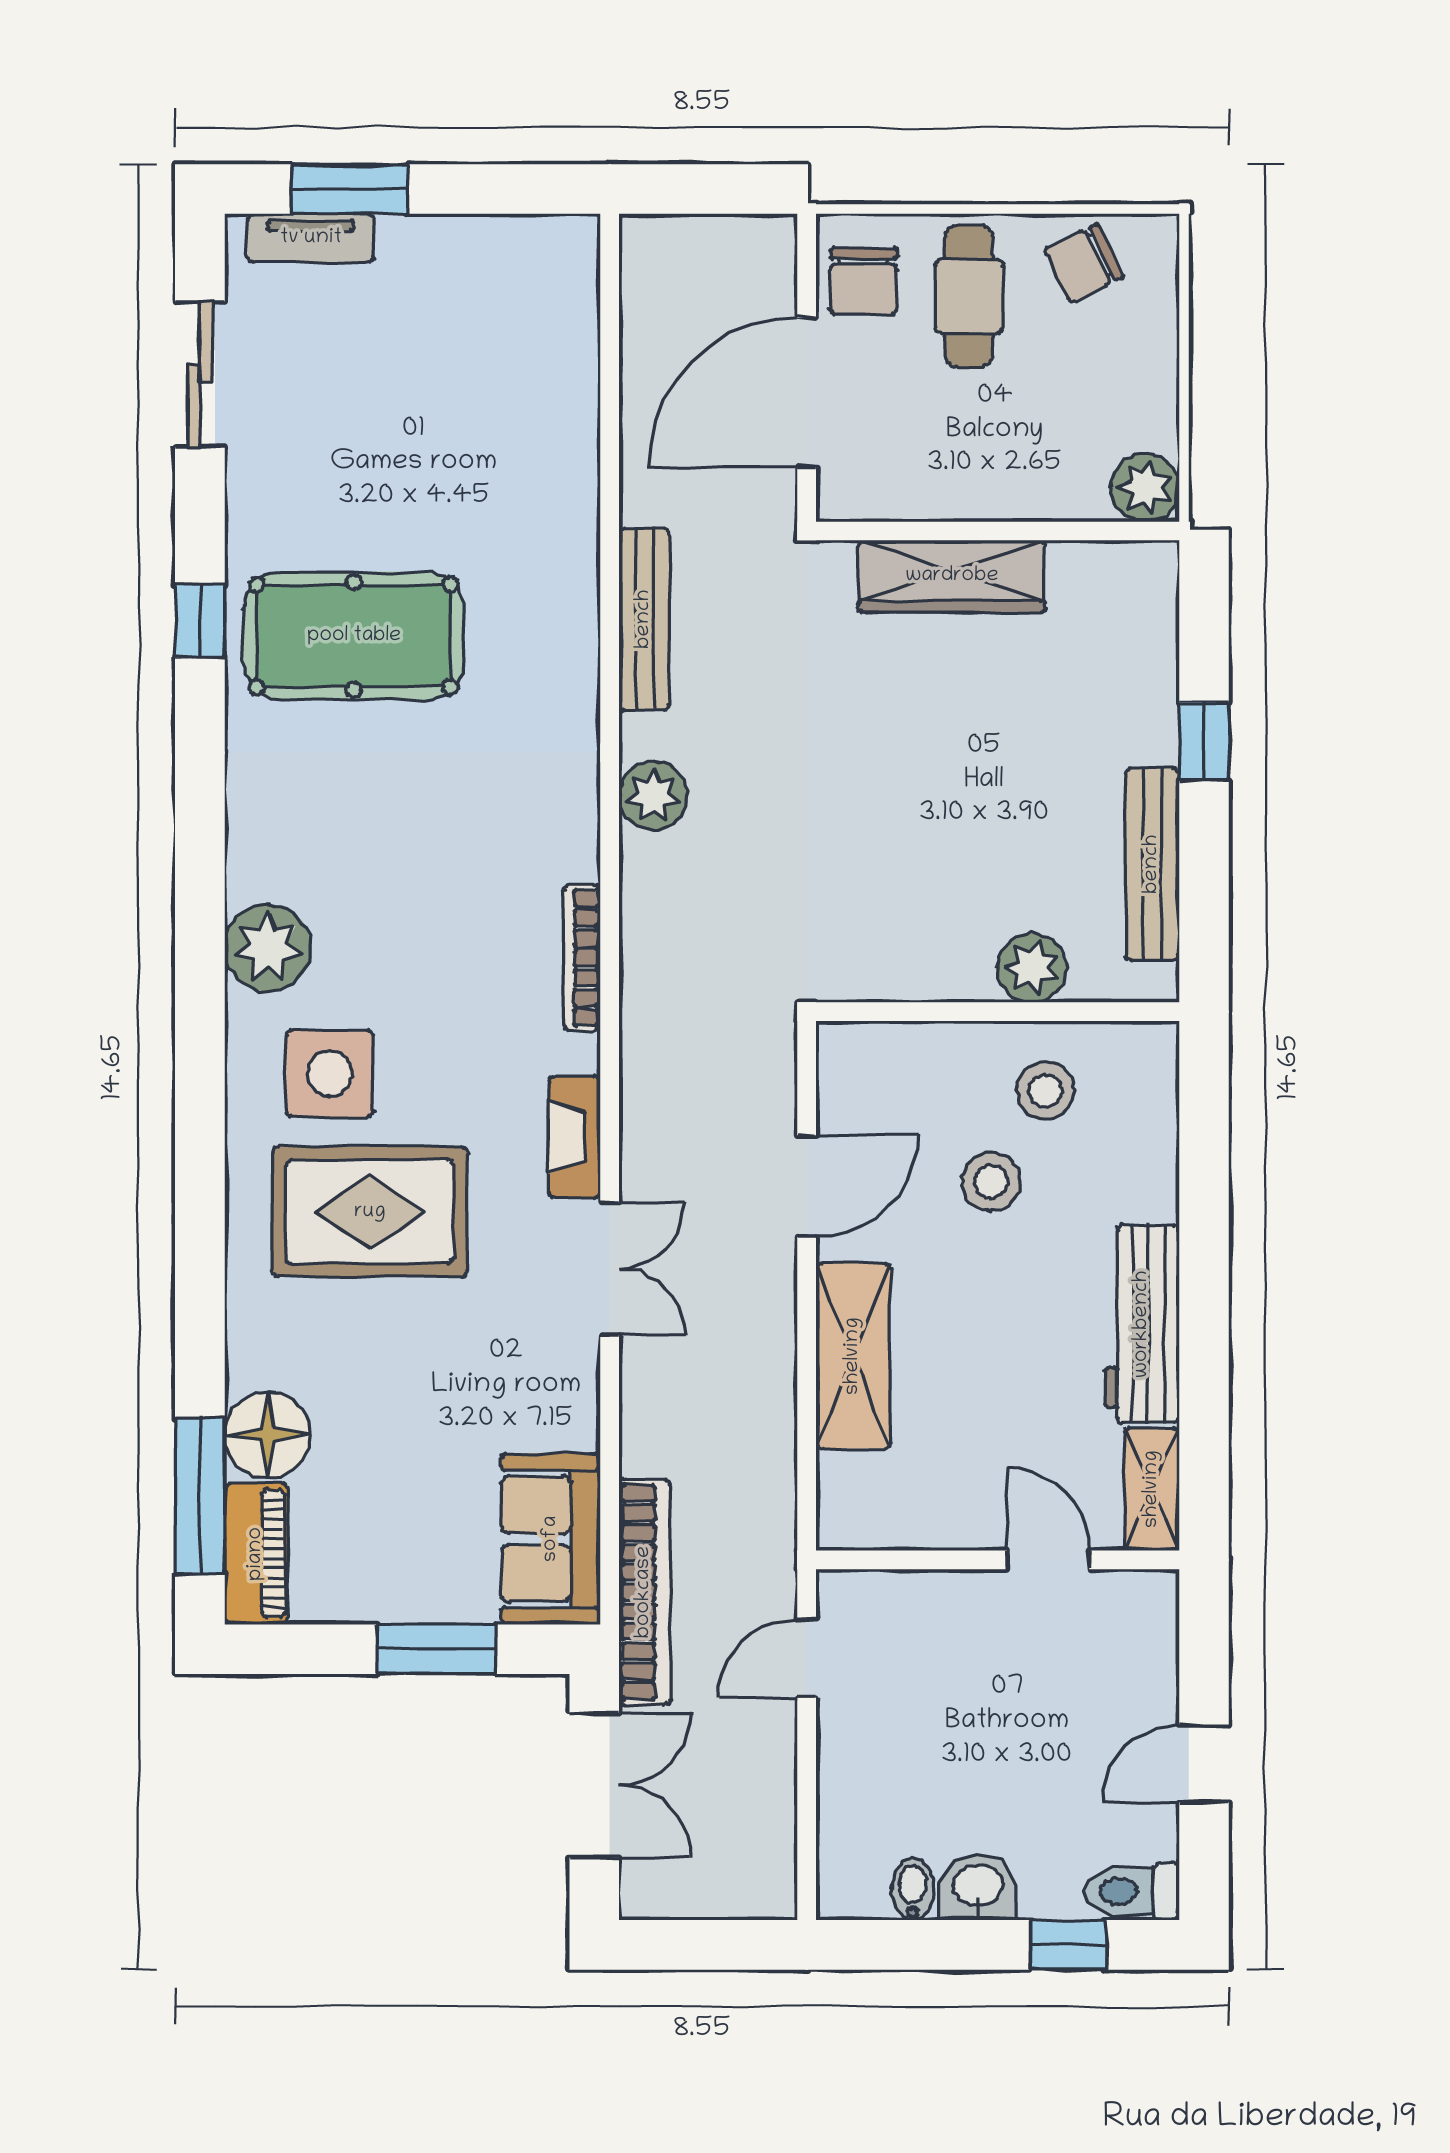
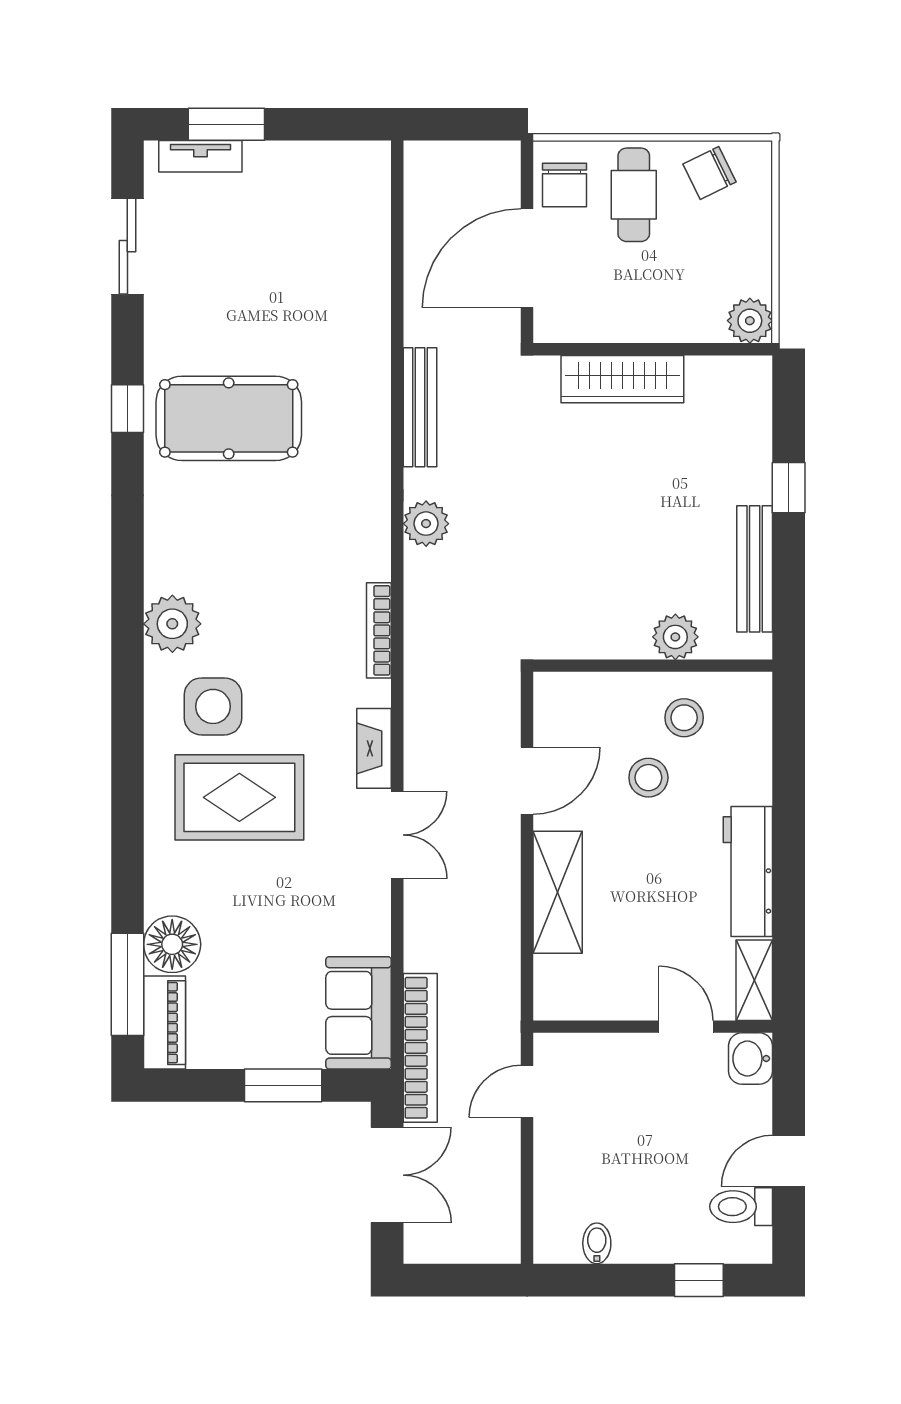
washbasin: (978, 1887) -> (751, 1059), moved, turned -90
toilet: (1132, 1891) -> (741, 1207), moved

